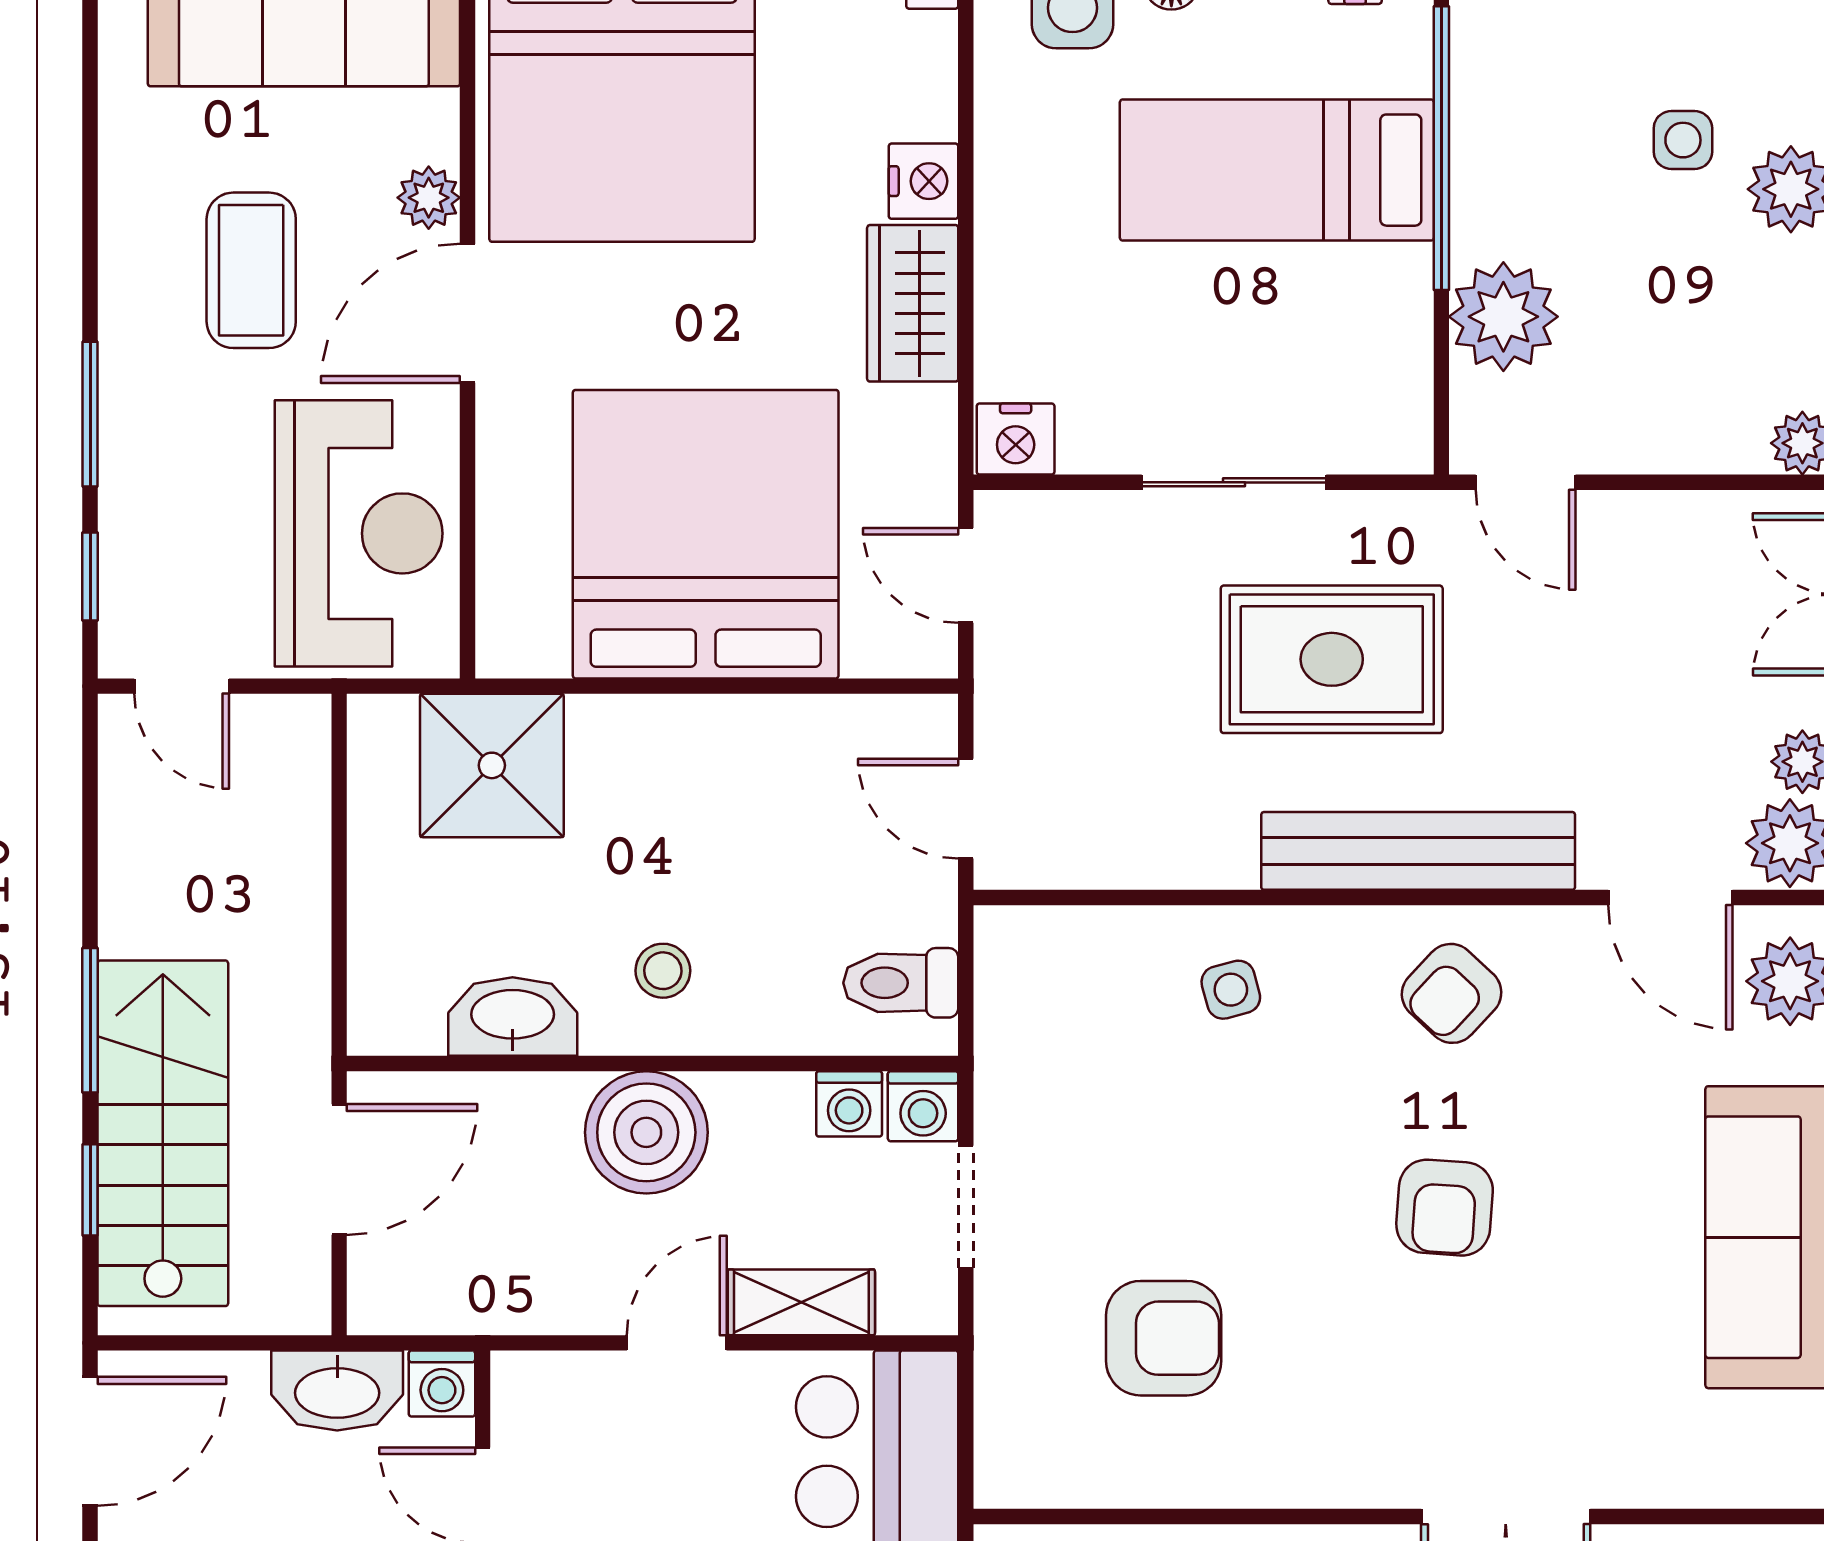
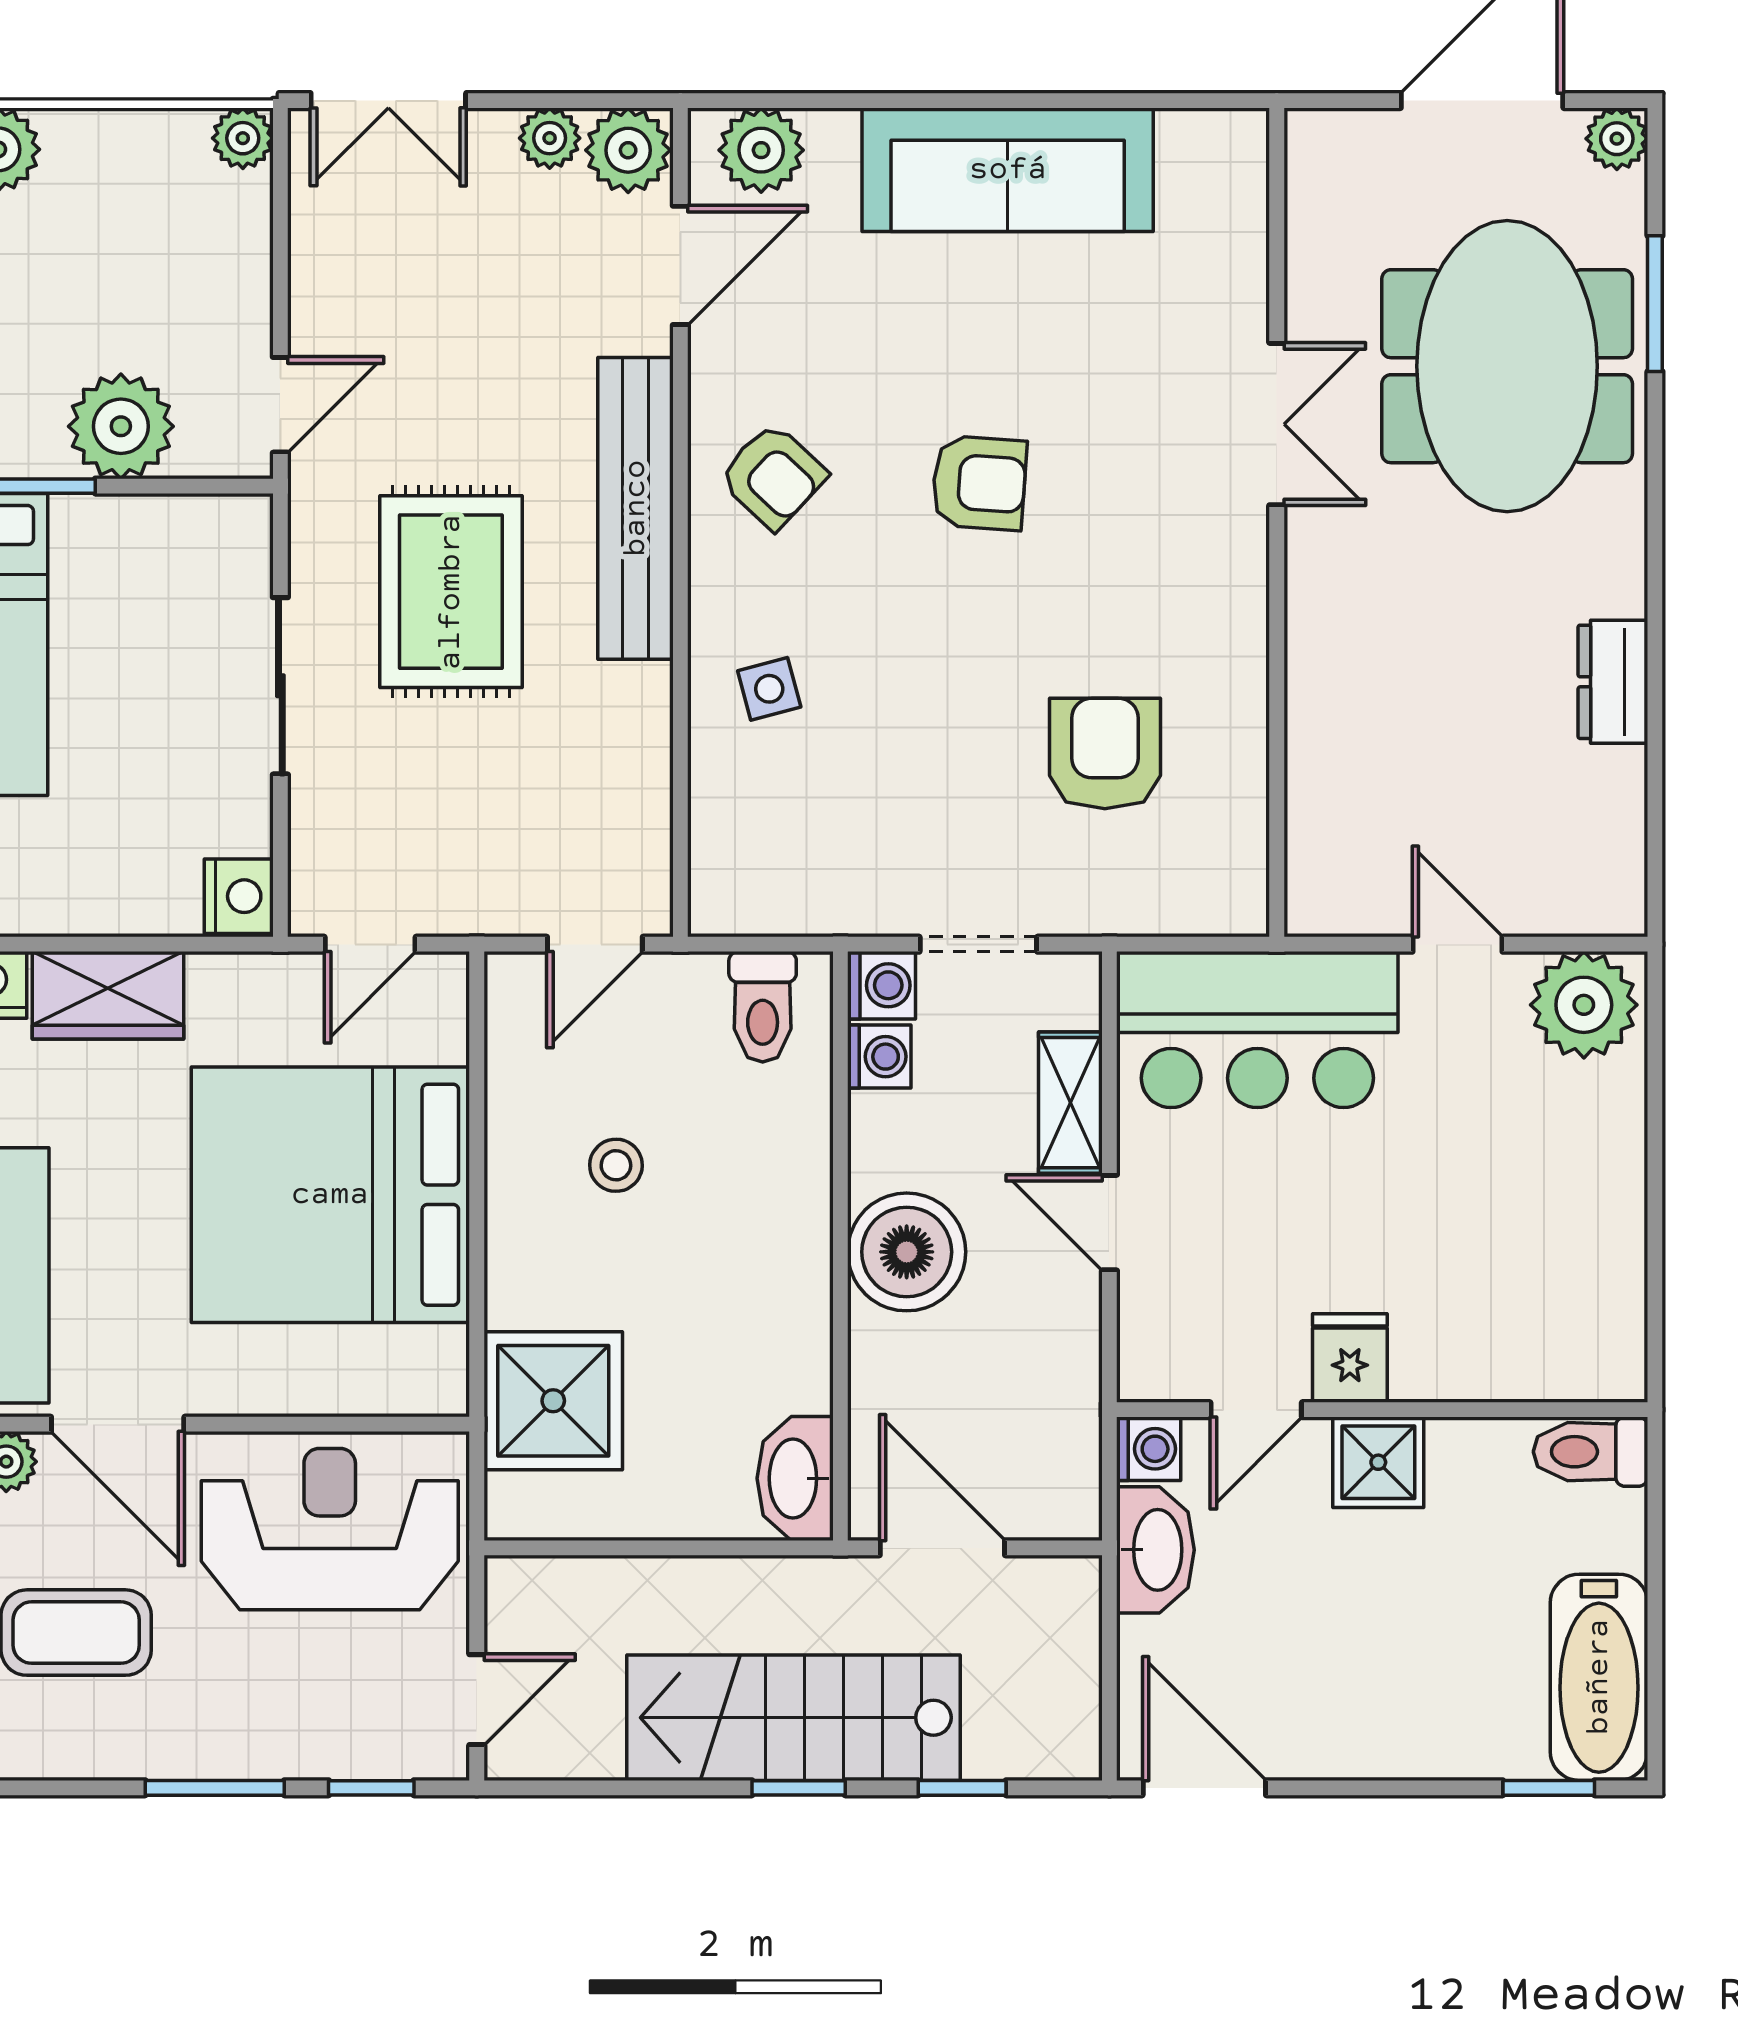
stool: (663, 971) -> (616, 1165), moved
washbasin: (513, 1017) -> (795, 1478), moved
window: (90, 1020) -> (799, 1788), width x0.67
stairs: (163, 1133) -> (794, 1718), moved

